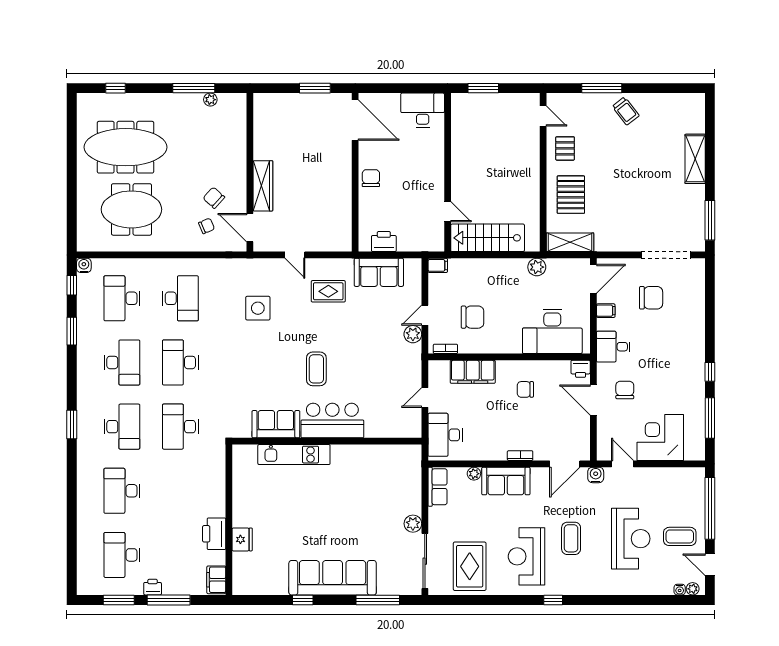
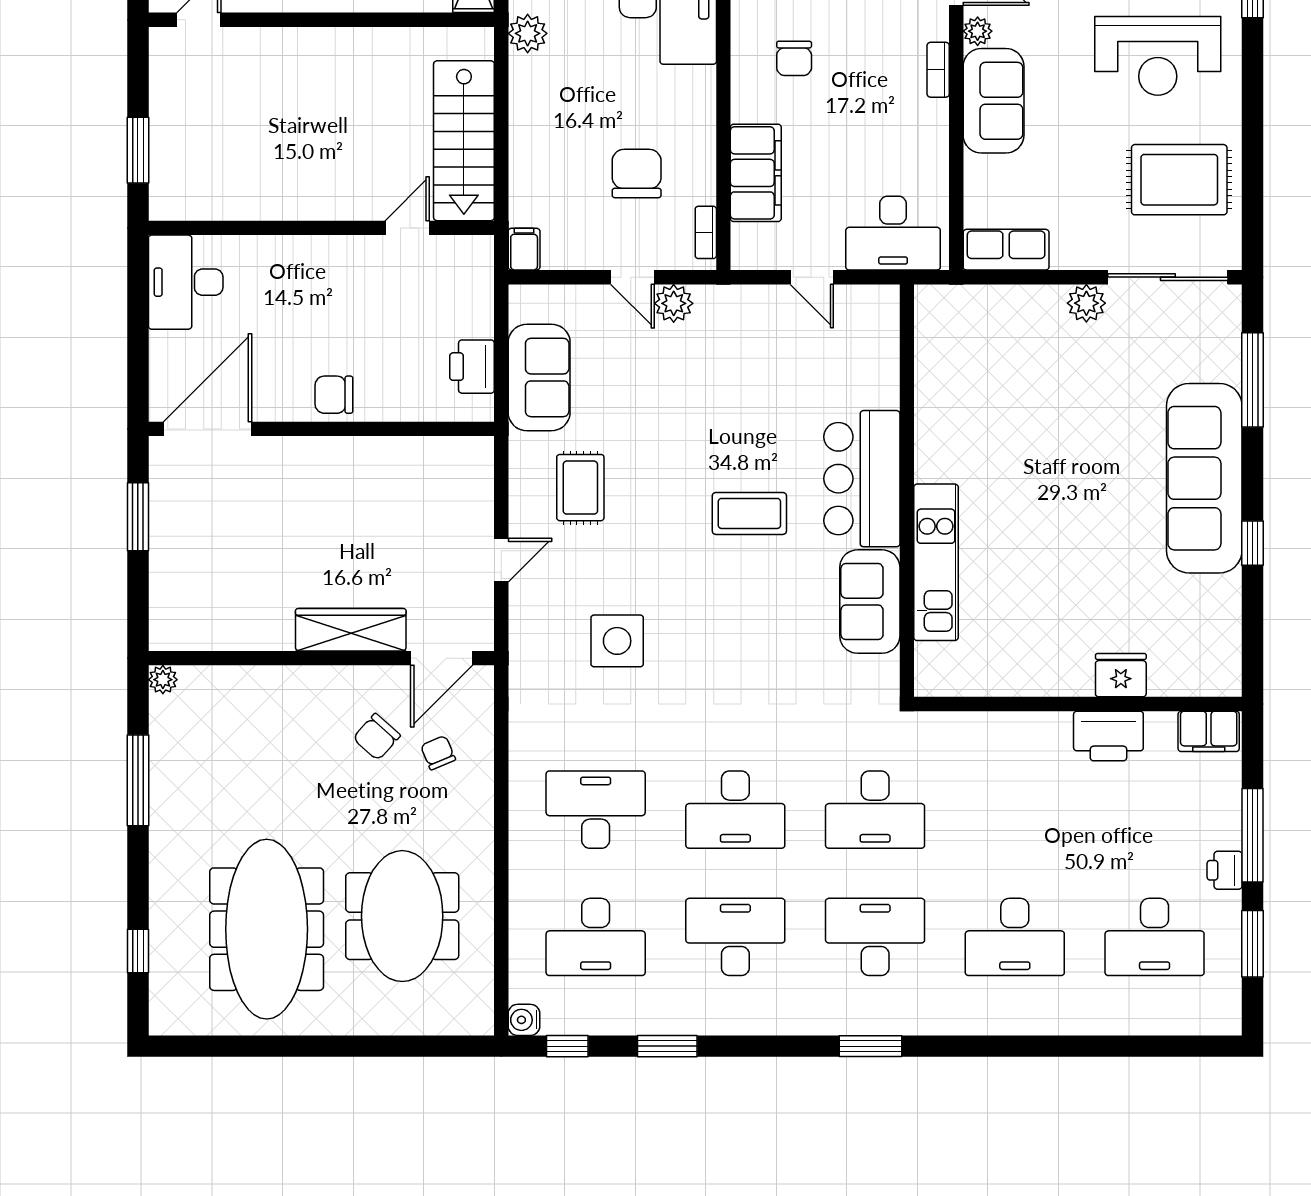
plant: (210, 100) -> (163, 680), moved
plant: (474, 474) -> (978, 31), moved

